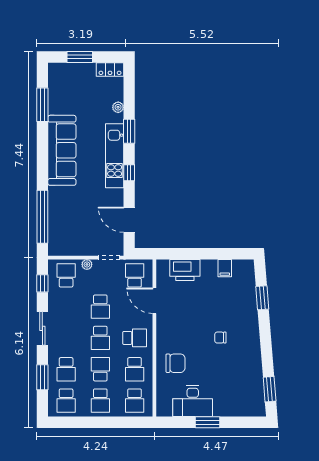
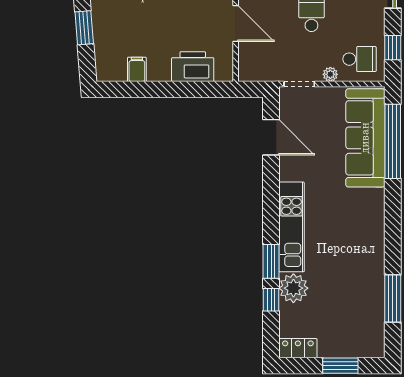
plant: (118, 107) -> (293, 288), width x1.87, depth x1.87
sofa: (62, 150) -> (365, 138), moved
window: (129, 173) -> (271, 300), moved
school desk: (66, 275) -> (360, 59), turned -90
school desk: (135, 275) -> (263, 59), removed

